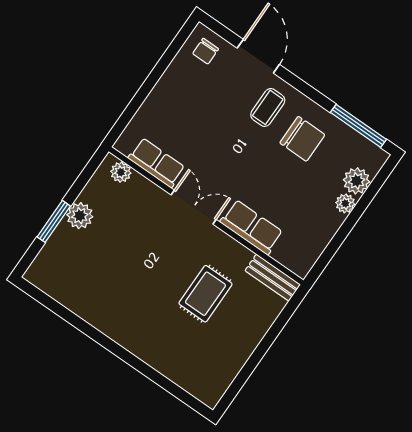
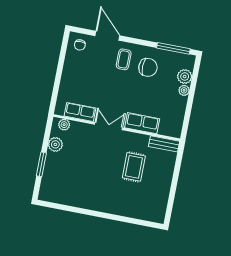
plant: (80, 216) -> (55, 144), moved

